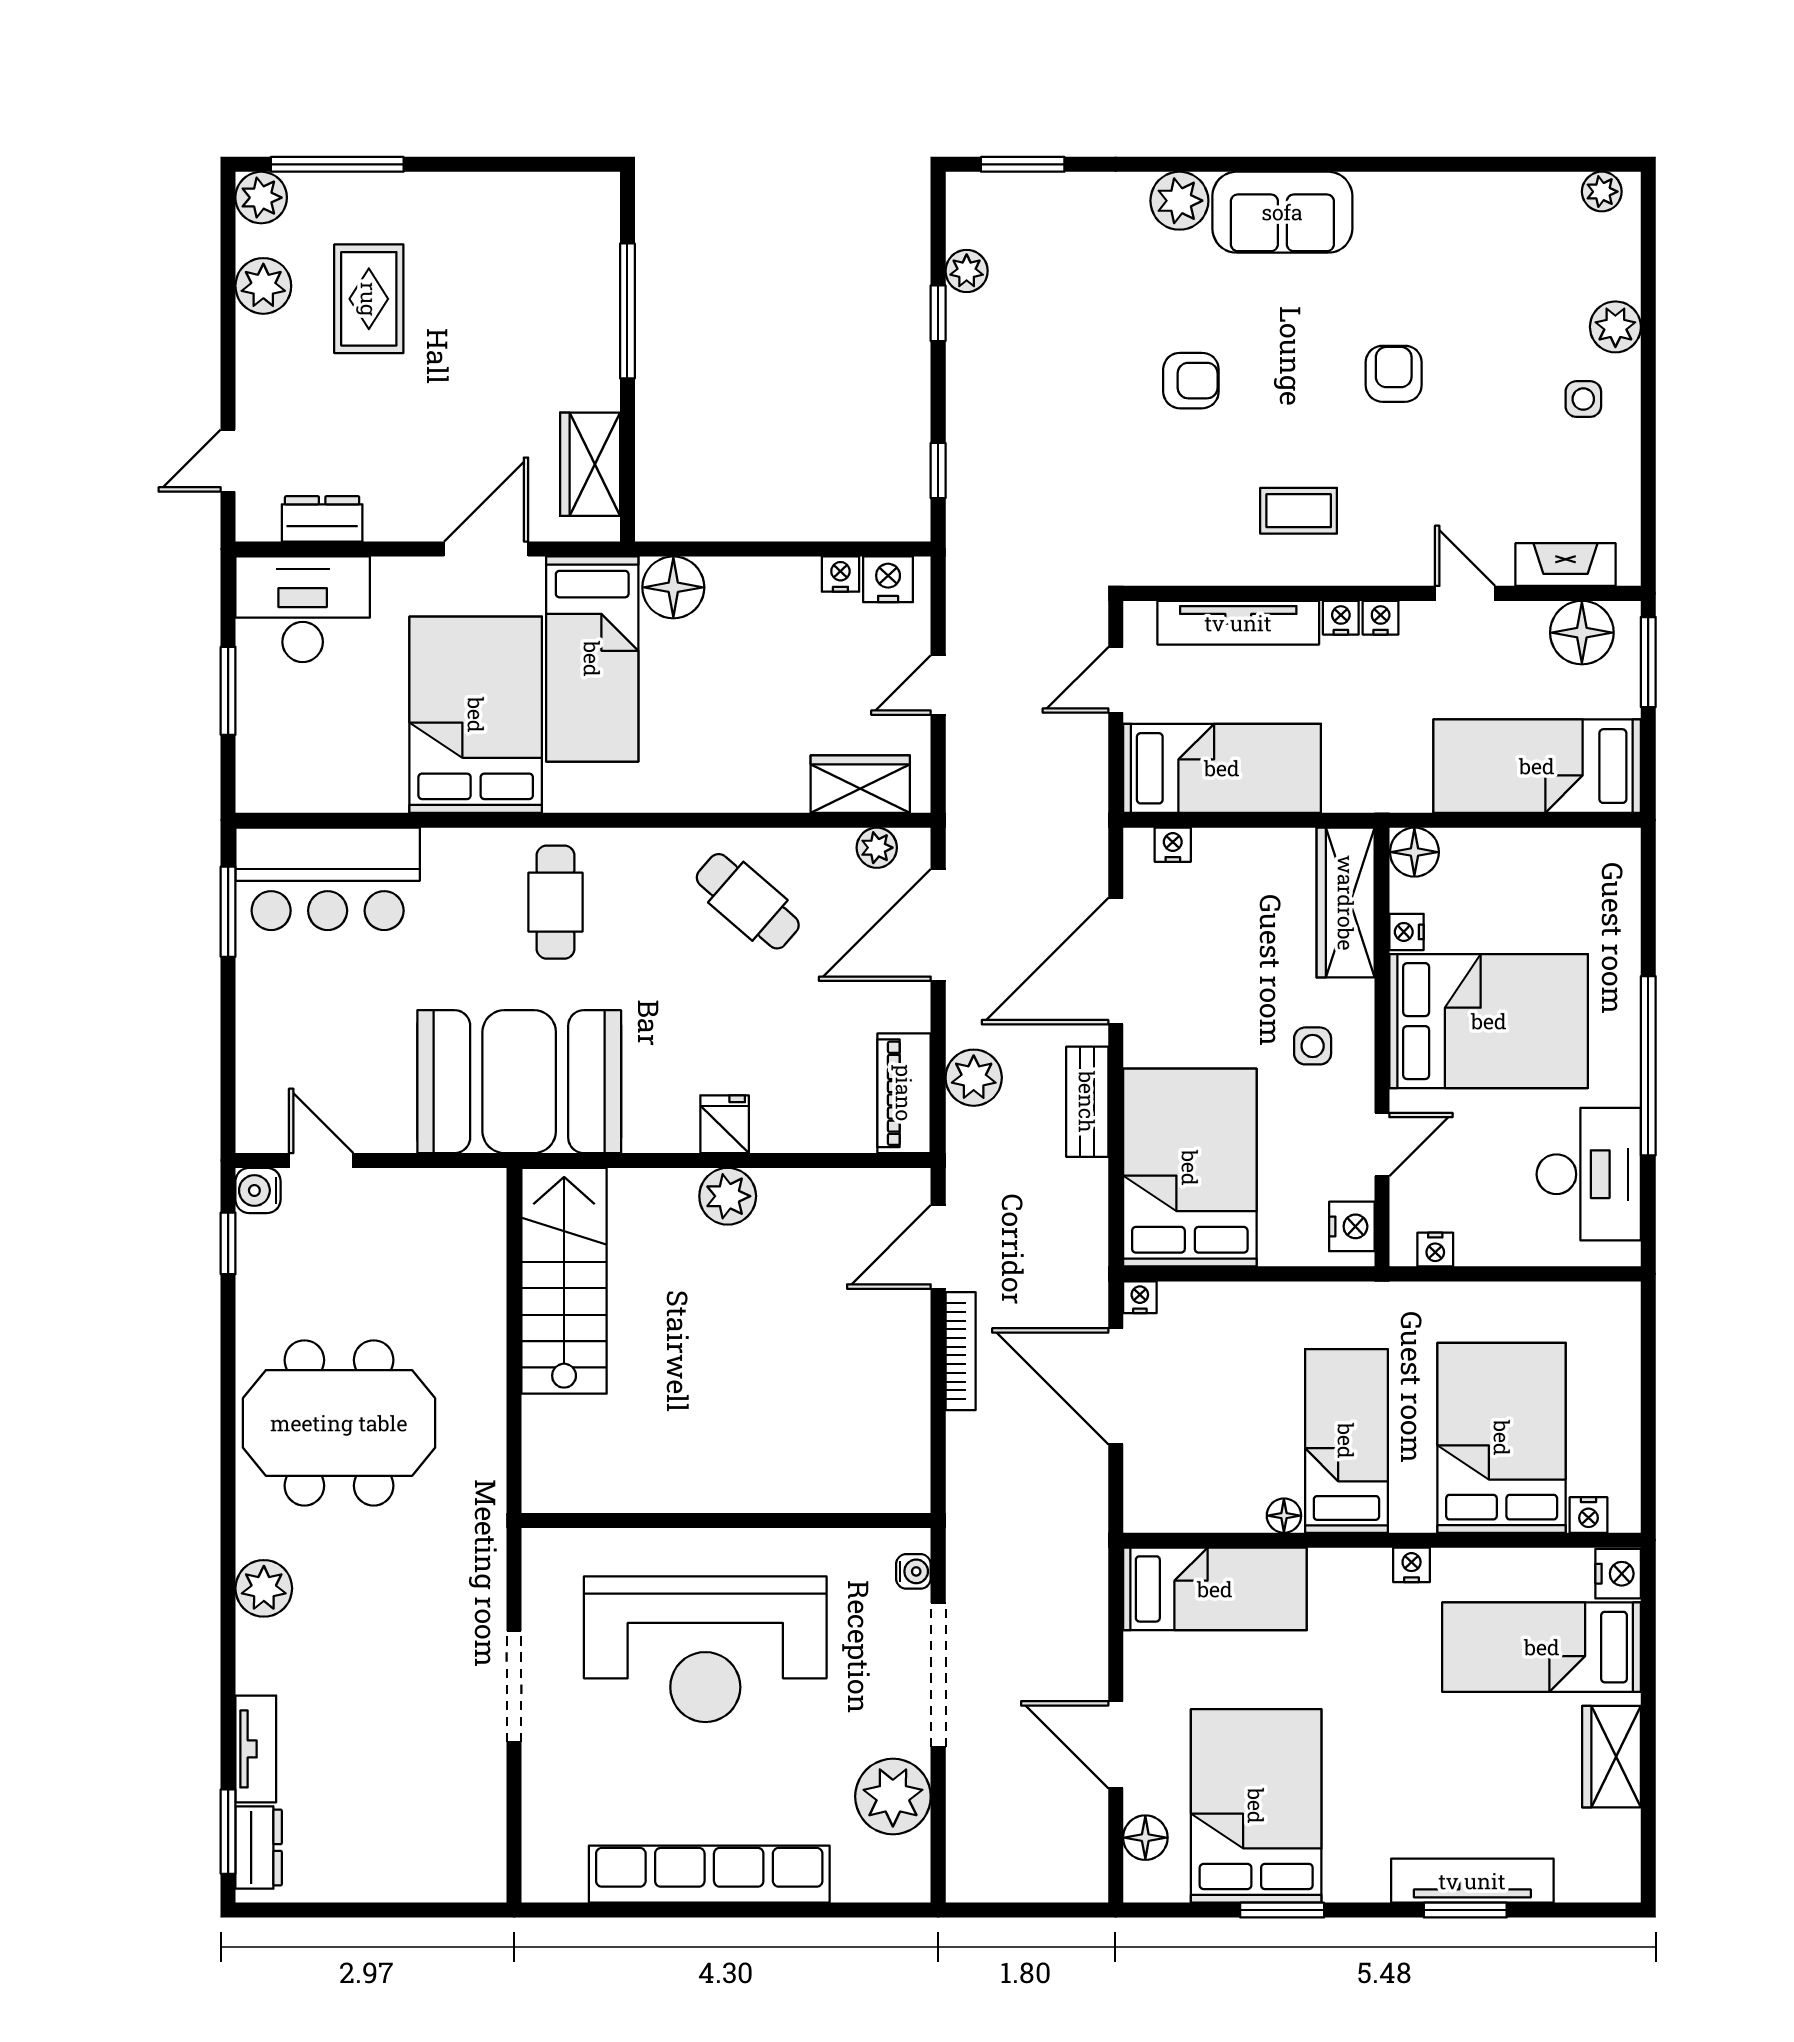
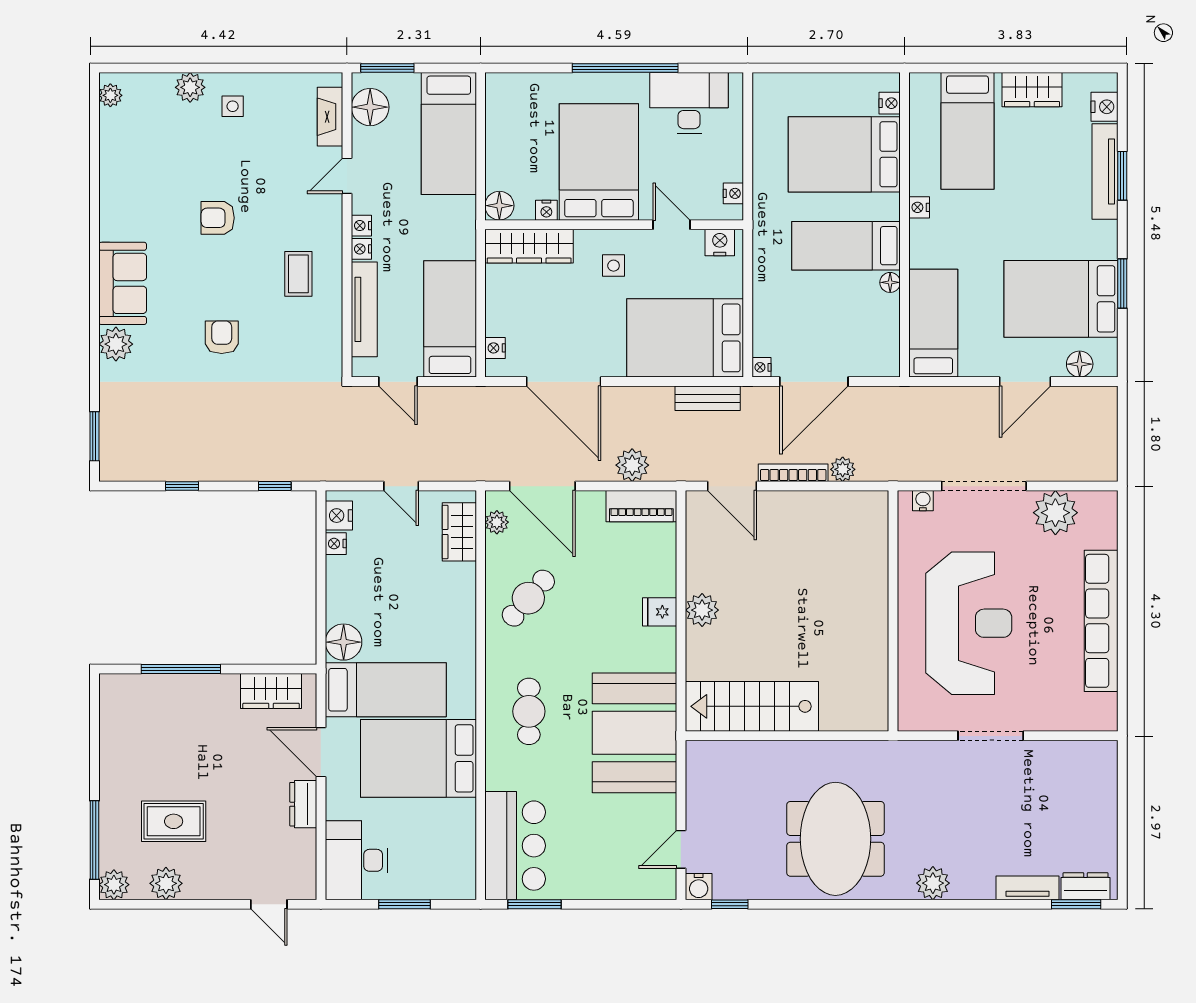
plant: (967, 271) -> (843, 469), moved
dresser: (322, 519) -> (303, 804), moved
cafe table: (556, 902) -> (529, 711), turned 90
bench: (1087, 1102) -> (708, 398), moved
nightstand: (1618, 1574) -> (1105, 107), moved, turned 90

